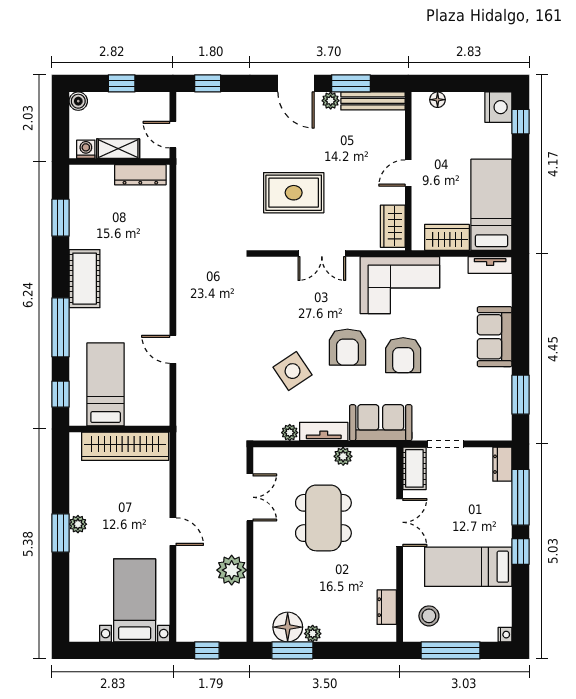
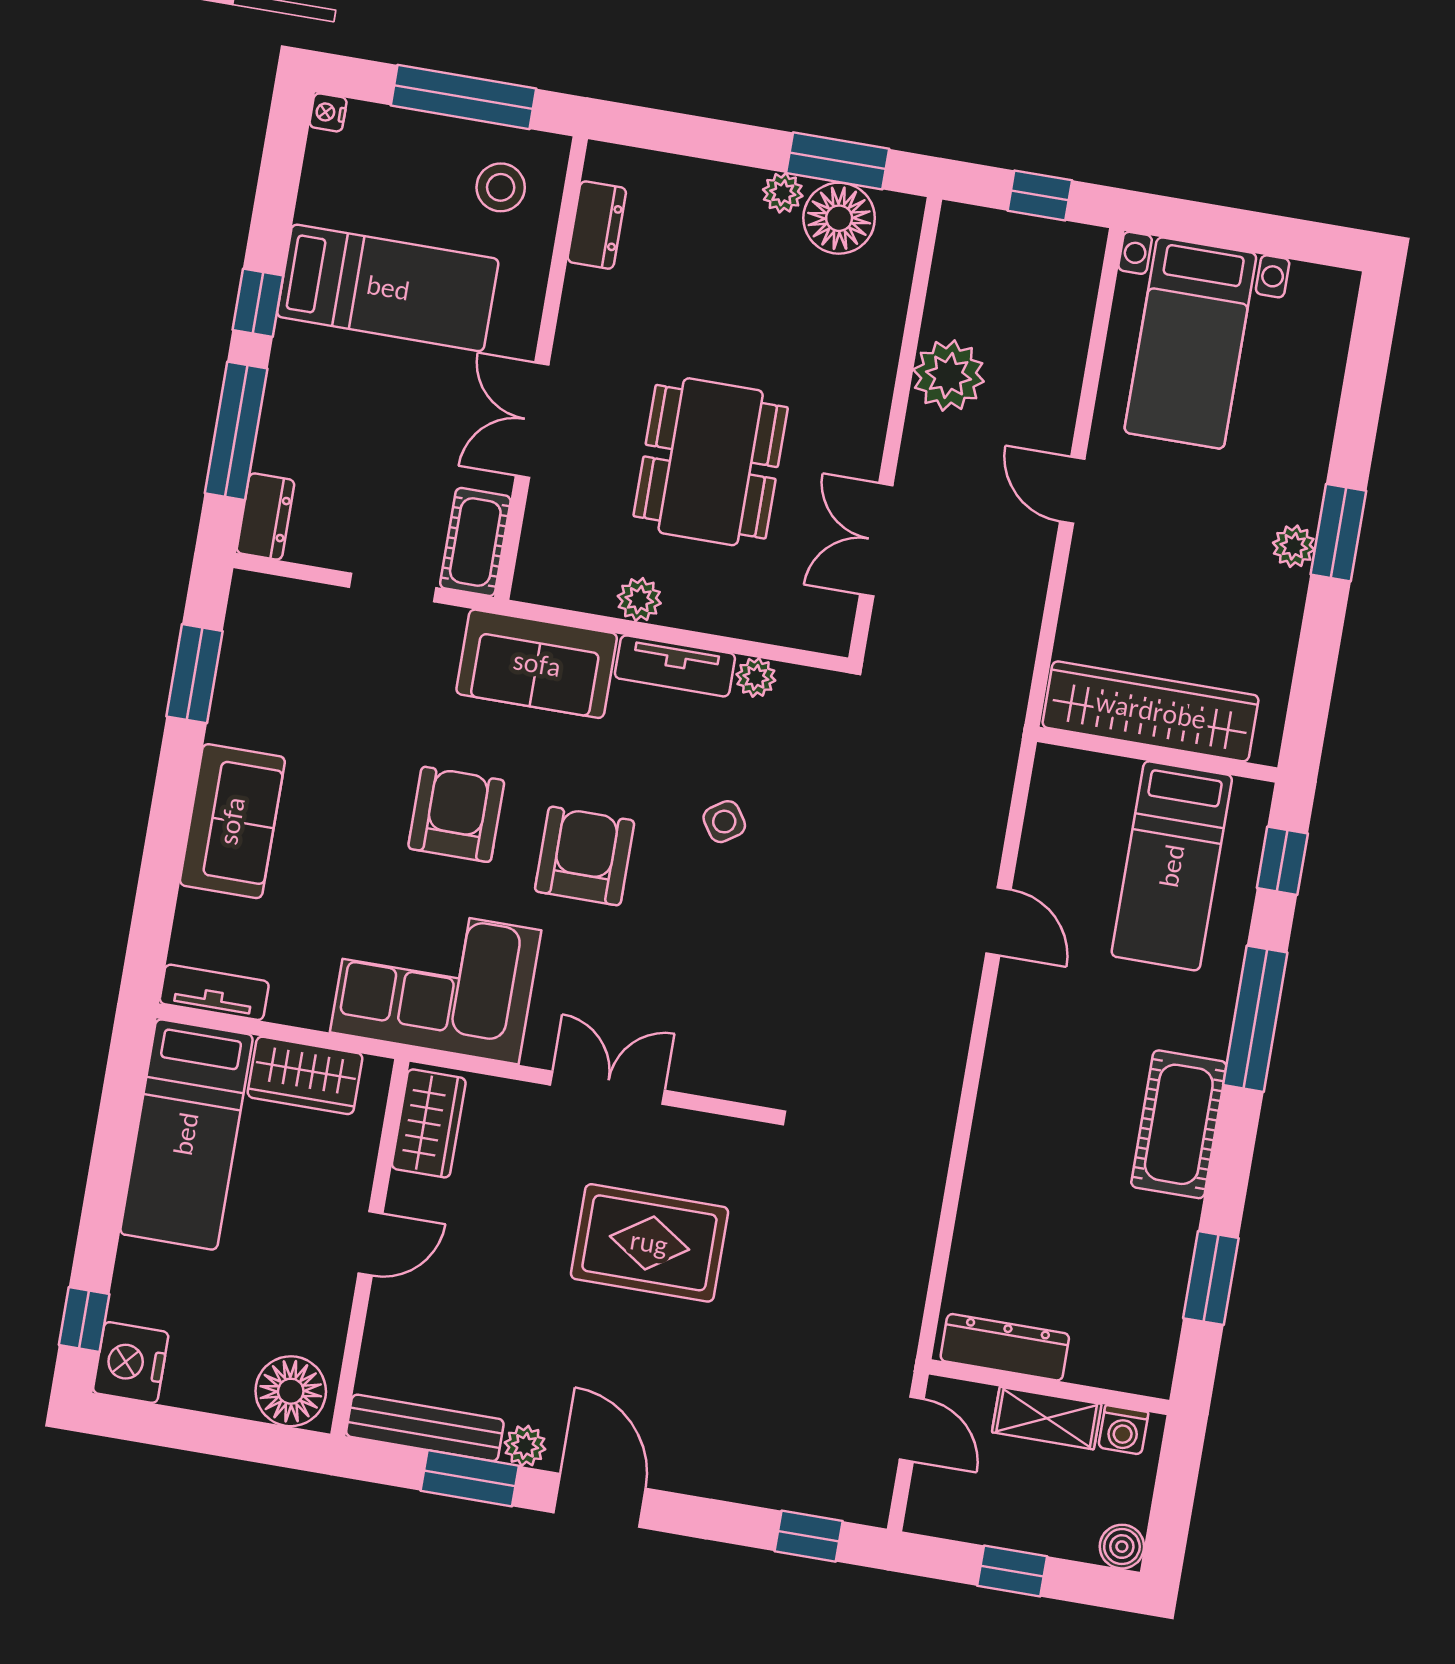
floor lamp: (438, 100) -> (291, 1391), width x1.89, depth x1.89
side table: (293, 371) -> (724, 822), width x0.54, depth x0.54

